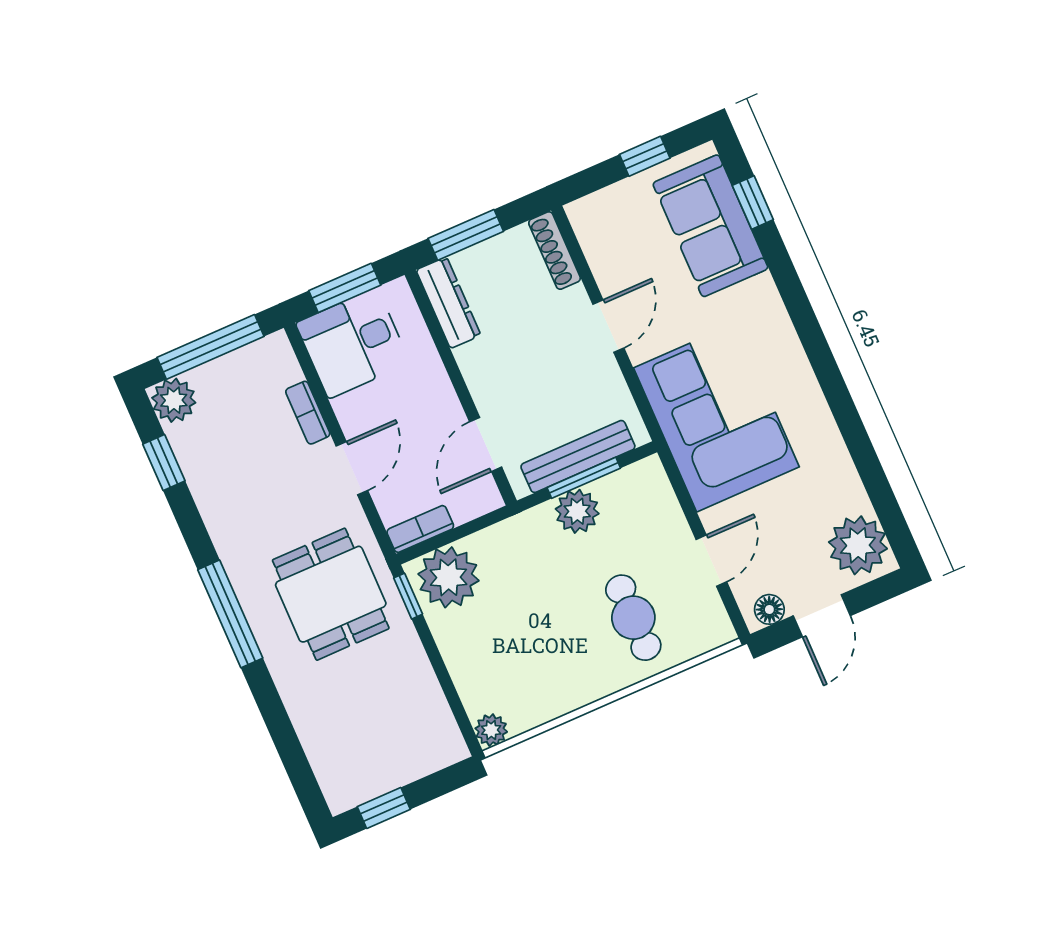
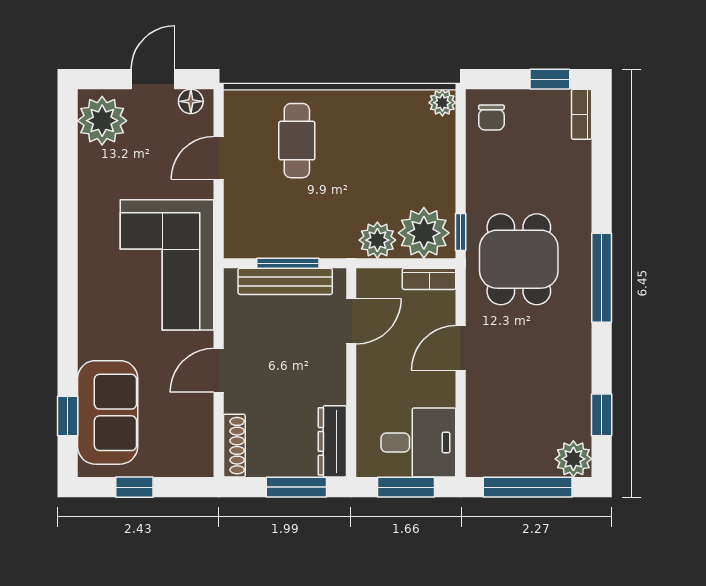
bookcase: (308, 413) -> (582, 114), moved, turned 180
plant: (577, 511) -> (377, 240), moved
chair: (430, 737) -> (491, 117), added

